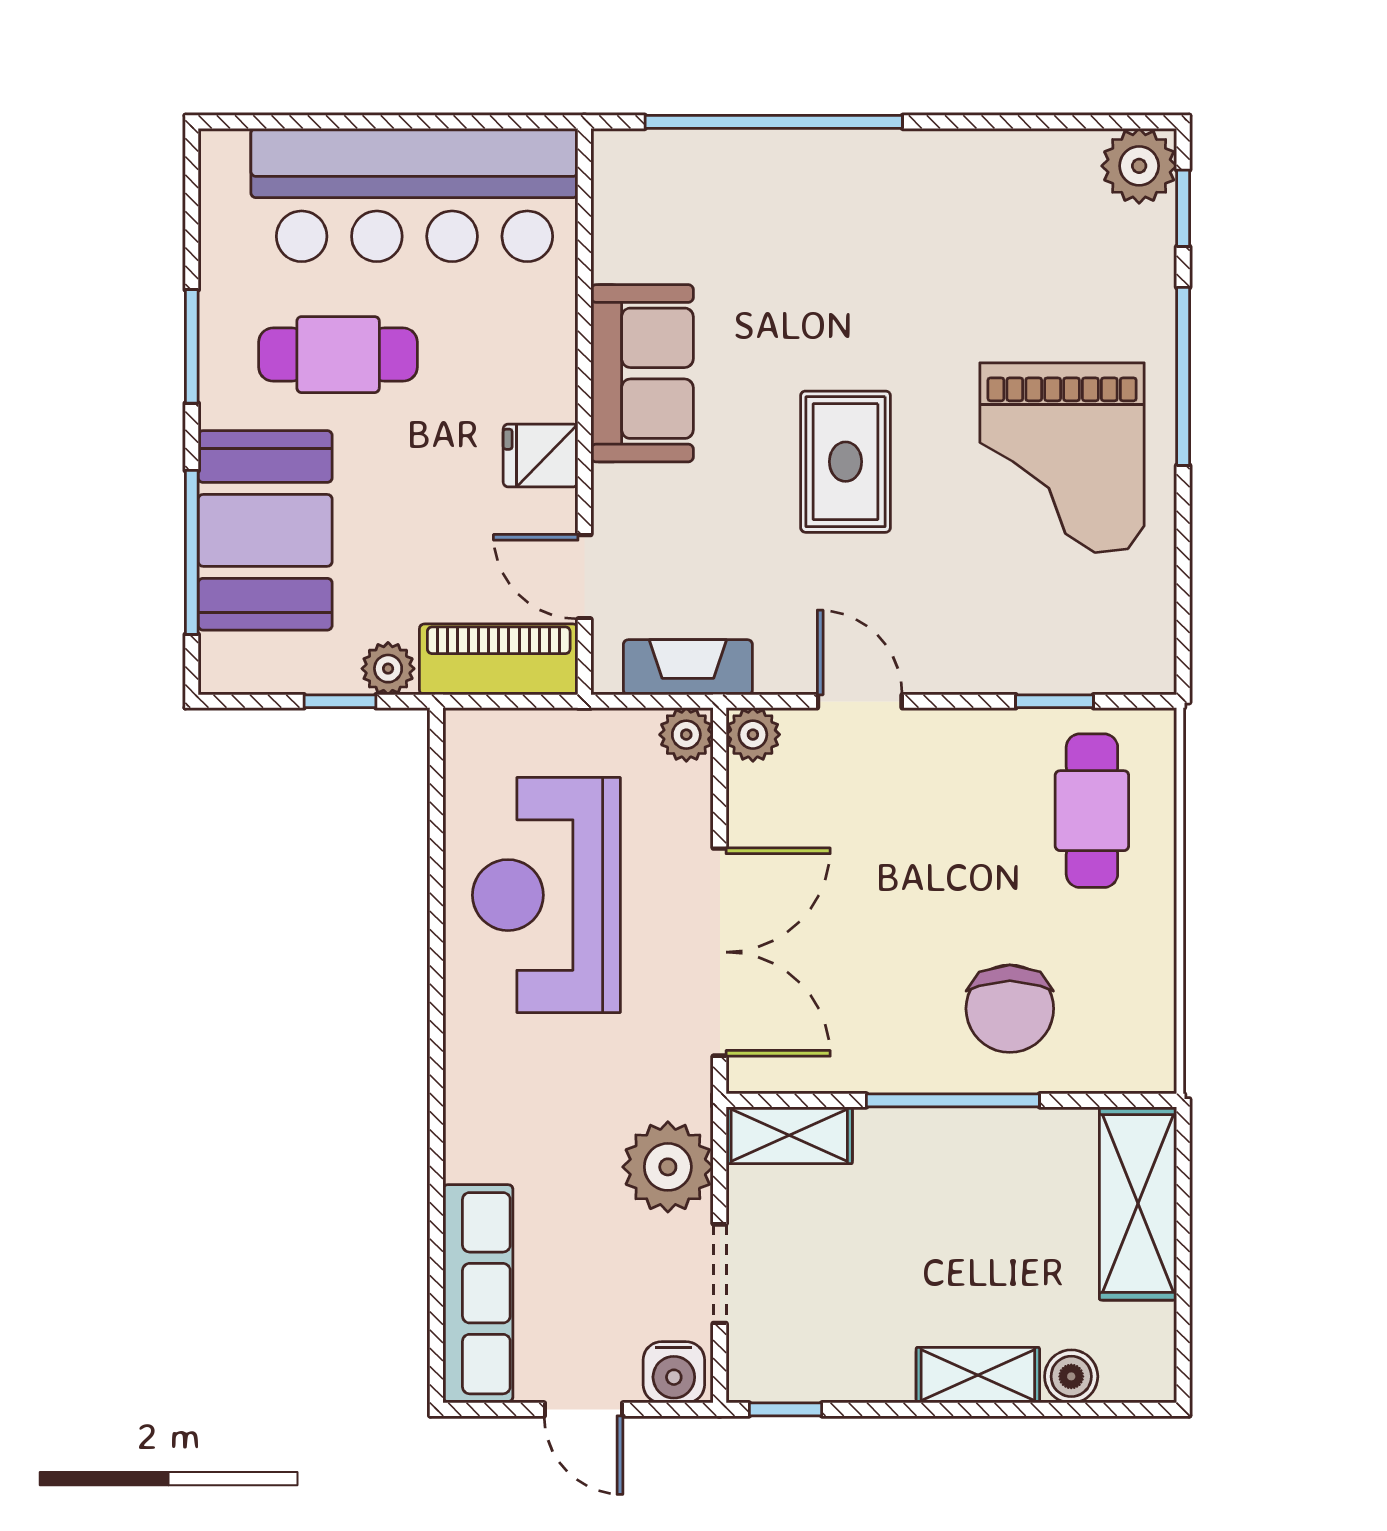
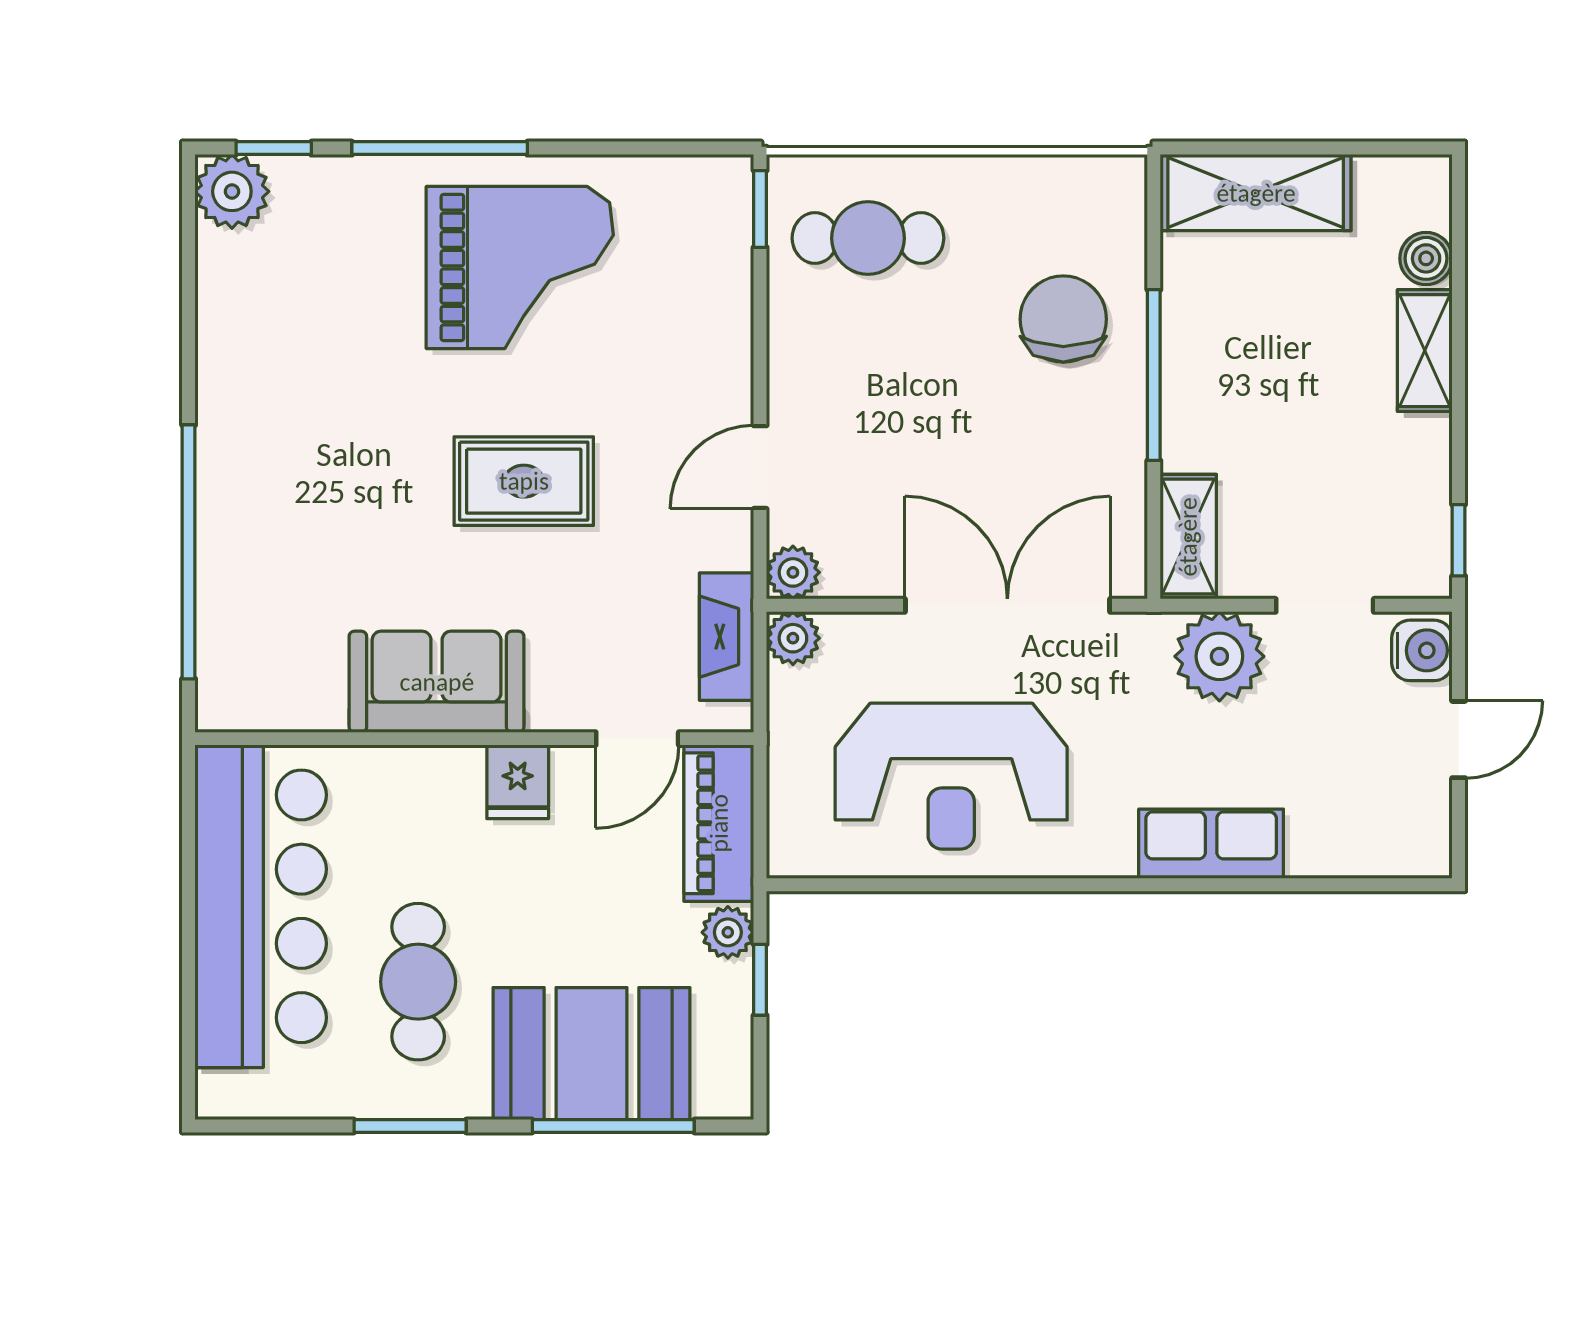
window: (1055, 701) -> (760, 209), moved
chair: (1010, 1009) -> (1063, 319), turned -90
row of seats: (478, 1293) -> (1211, 844), moved, width x0.68

